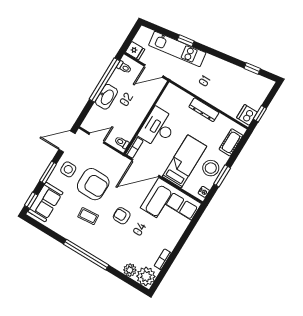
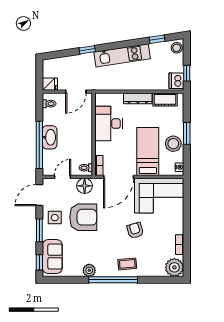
kitchen unit: (177, 49) -> (122, 55), moved
window: (104, 80) -> (39, 145), moved
stool: (265, 86) -> (177, 48), added
desk: (158, 128) -> (109, 124), moved
cot: (231, 142) -> (165, 99), moved, turned 90
floor lamp: (111, 158) -> (85, 186), added
window: (222, 176) -> (187, 133), moved
coffee table: (88, 216) -> (127, 264), moved
armchair: (122, 216) -> (135, 230), moved, turned 74
plant: (130, 270) -> (89, 270), moved

